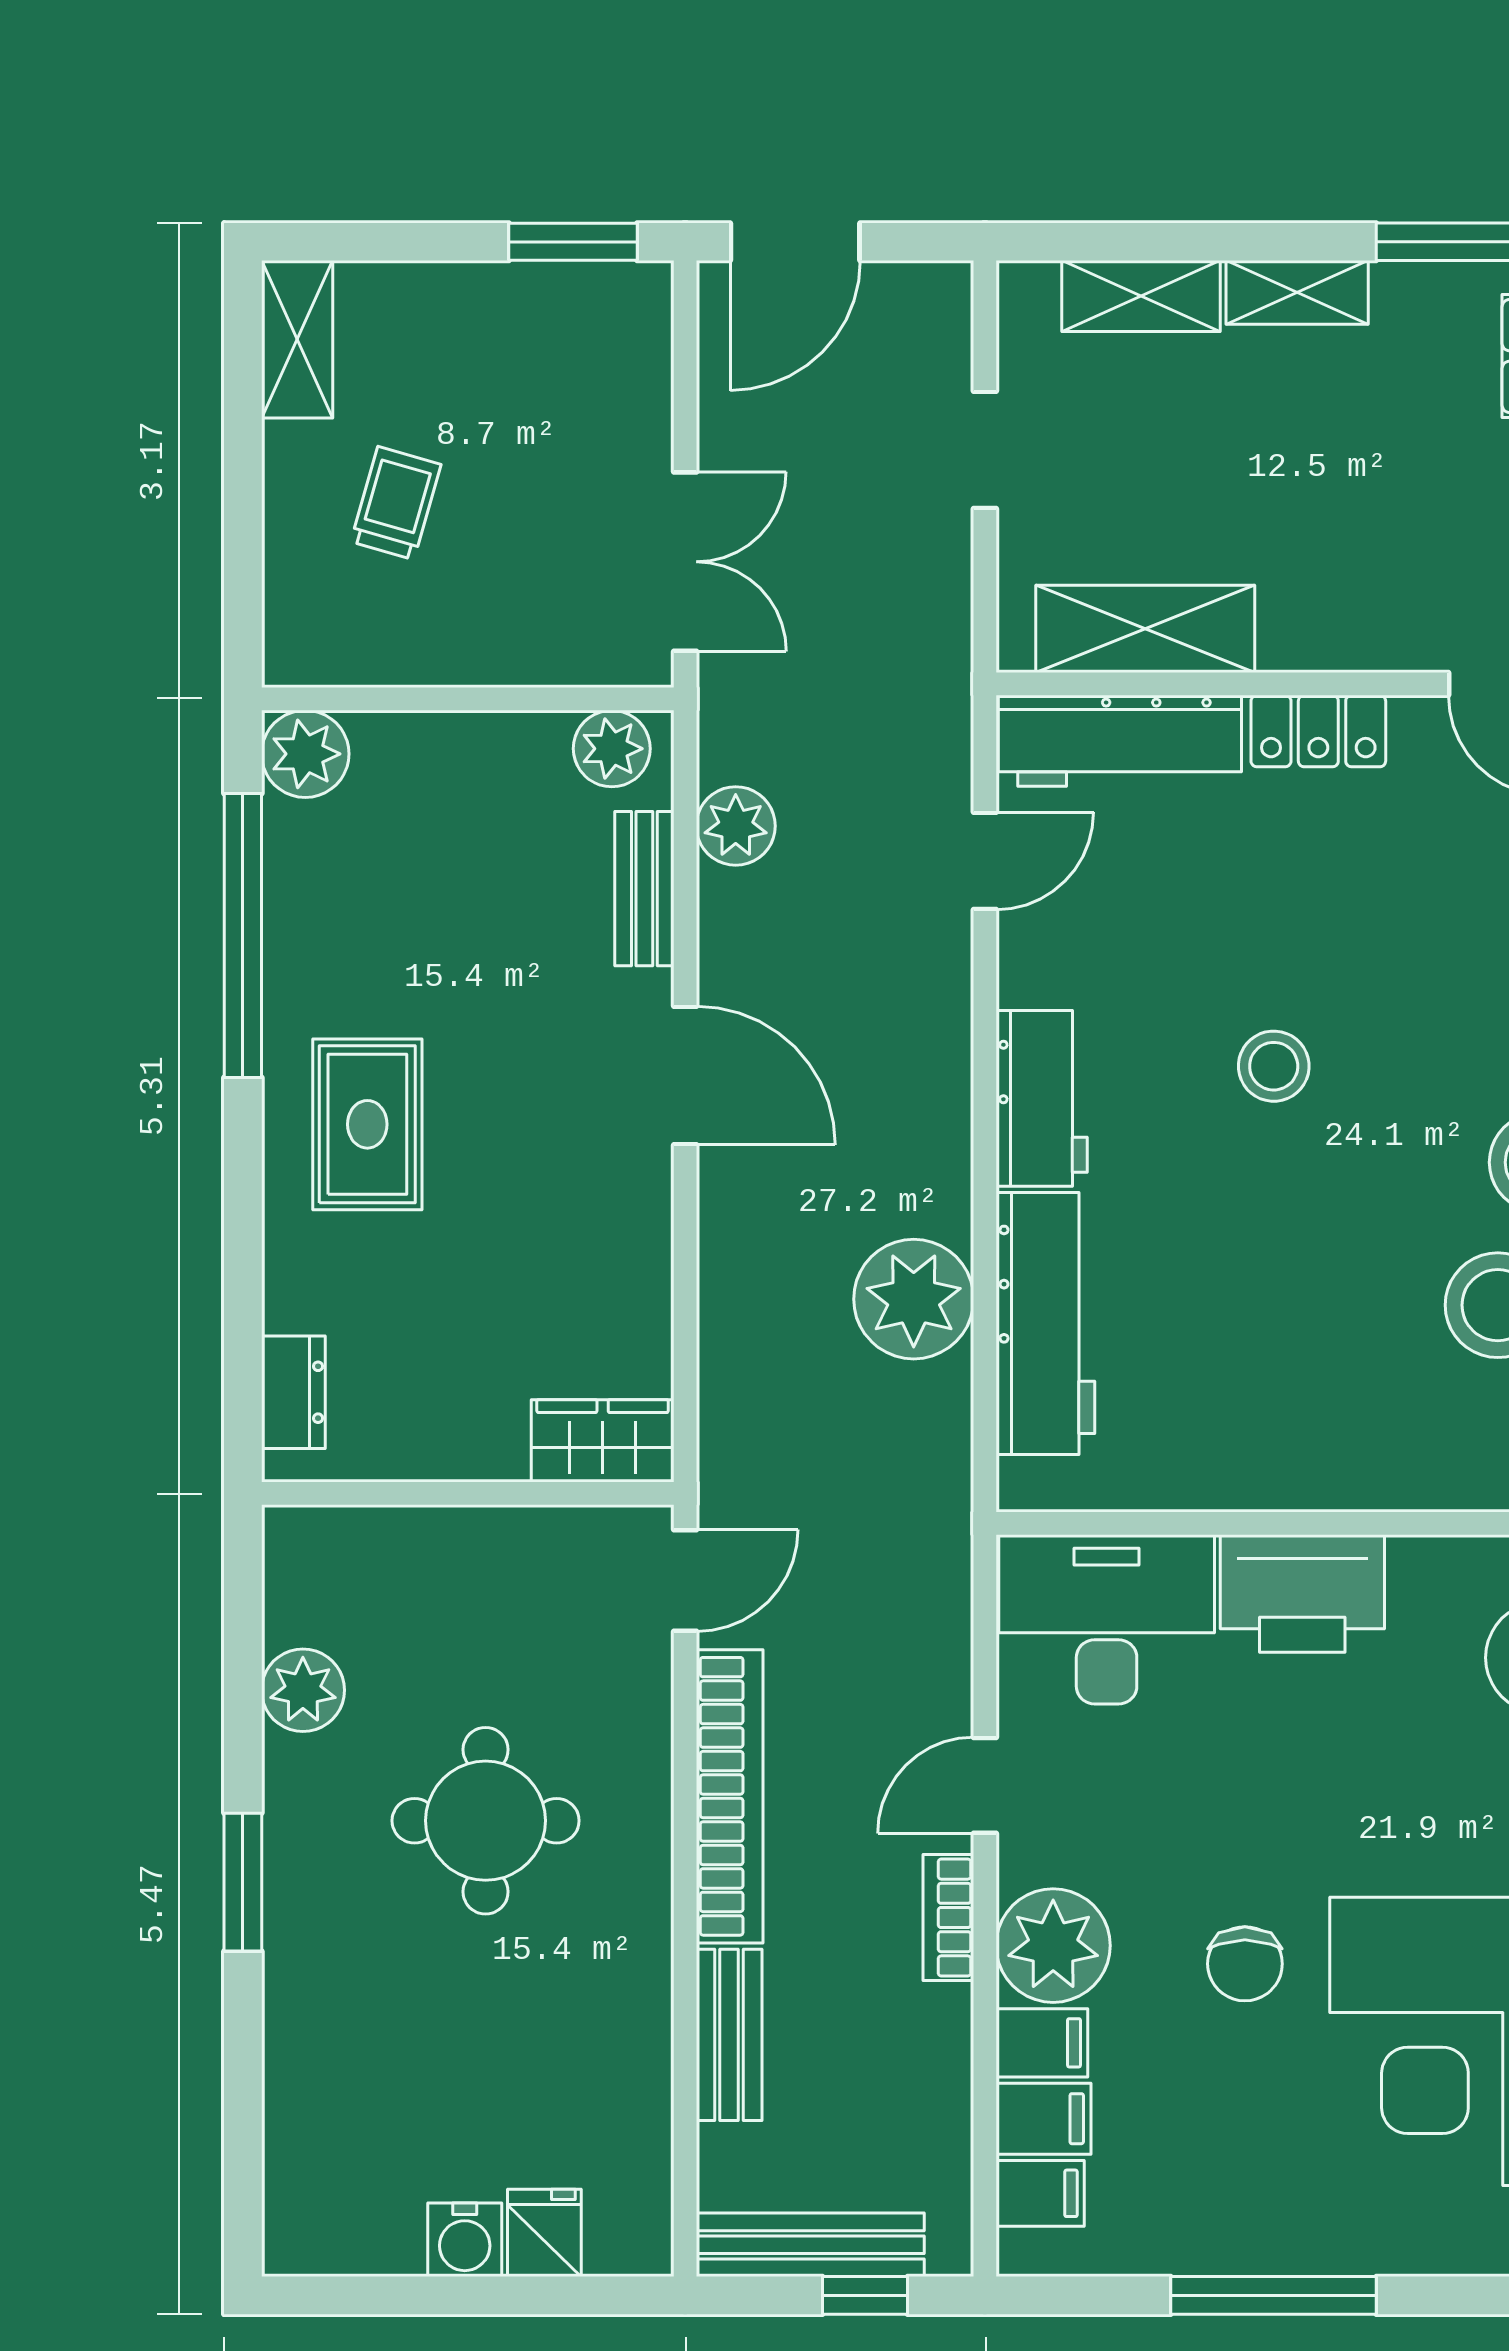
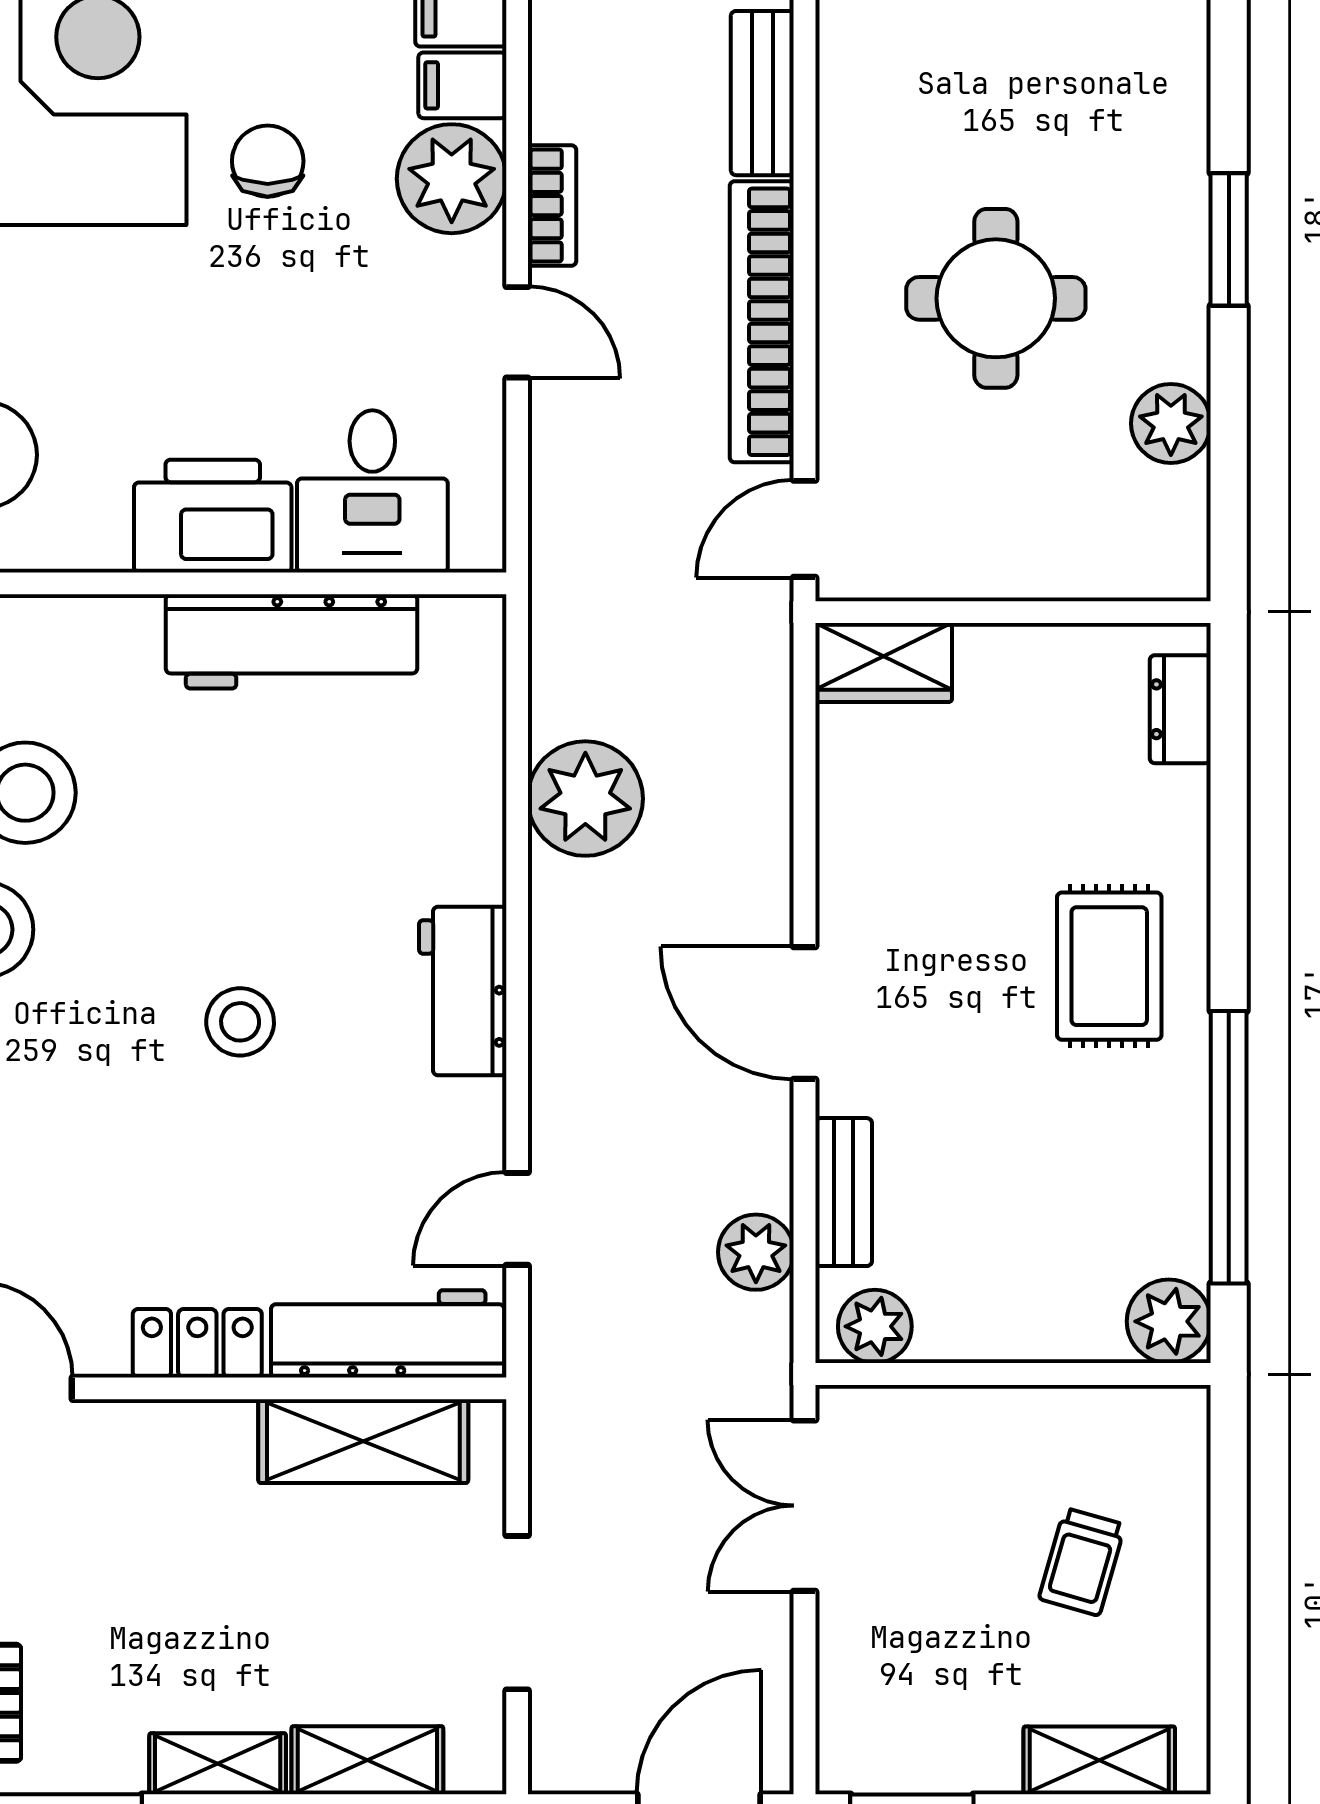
shelving: (297, 339) -> (1099, 1760), moved, turned 90
doorway: (985, 450) -> (517, 1613), width x1.38
workbench: (1045, 1323) -> (292, 641), moved, turned -90
desk: (1107, 1619) -> (372, 491), width x0.73
door: (985, 1785) -> (517, 332), hinge flipped

